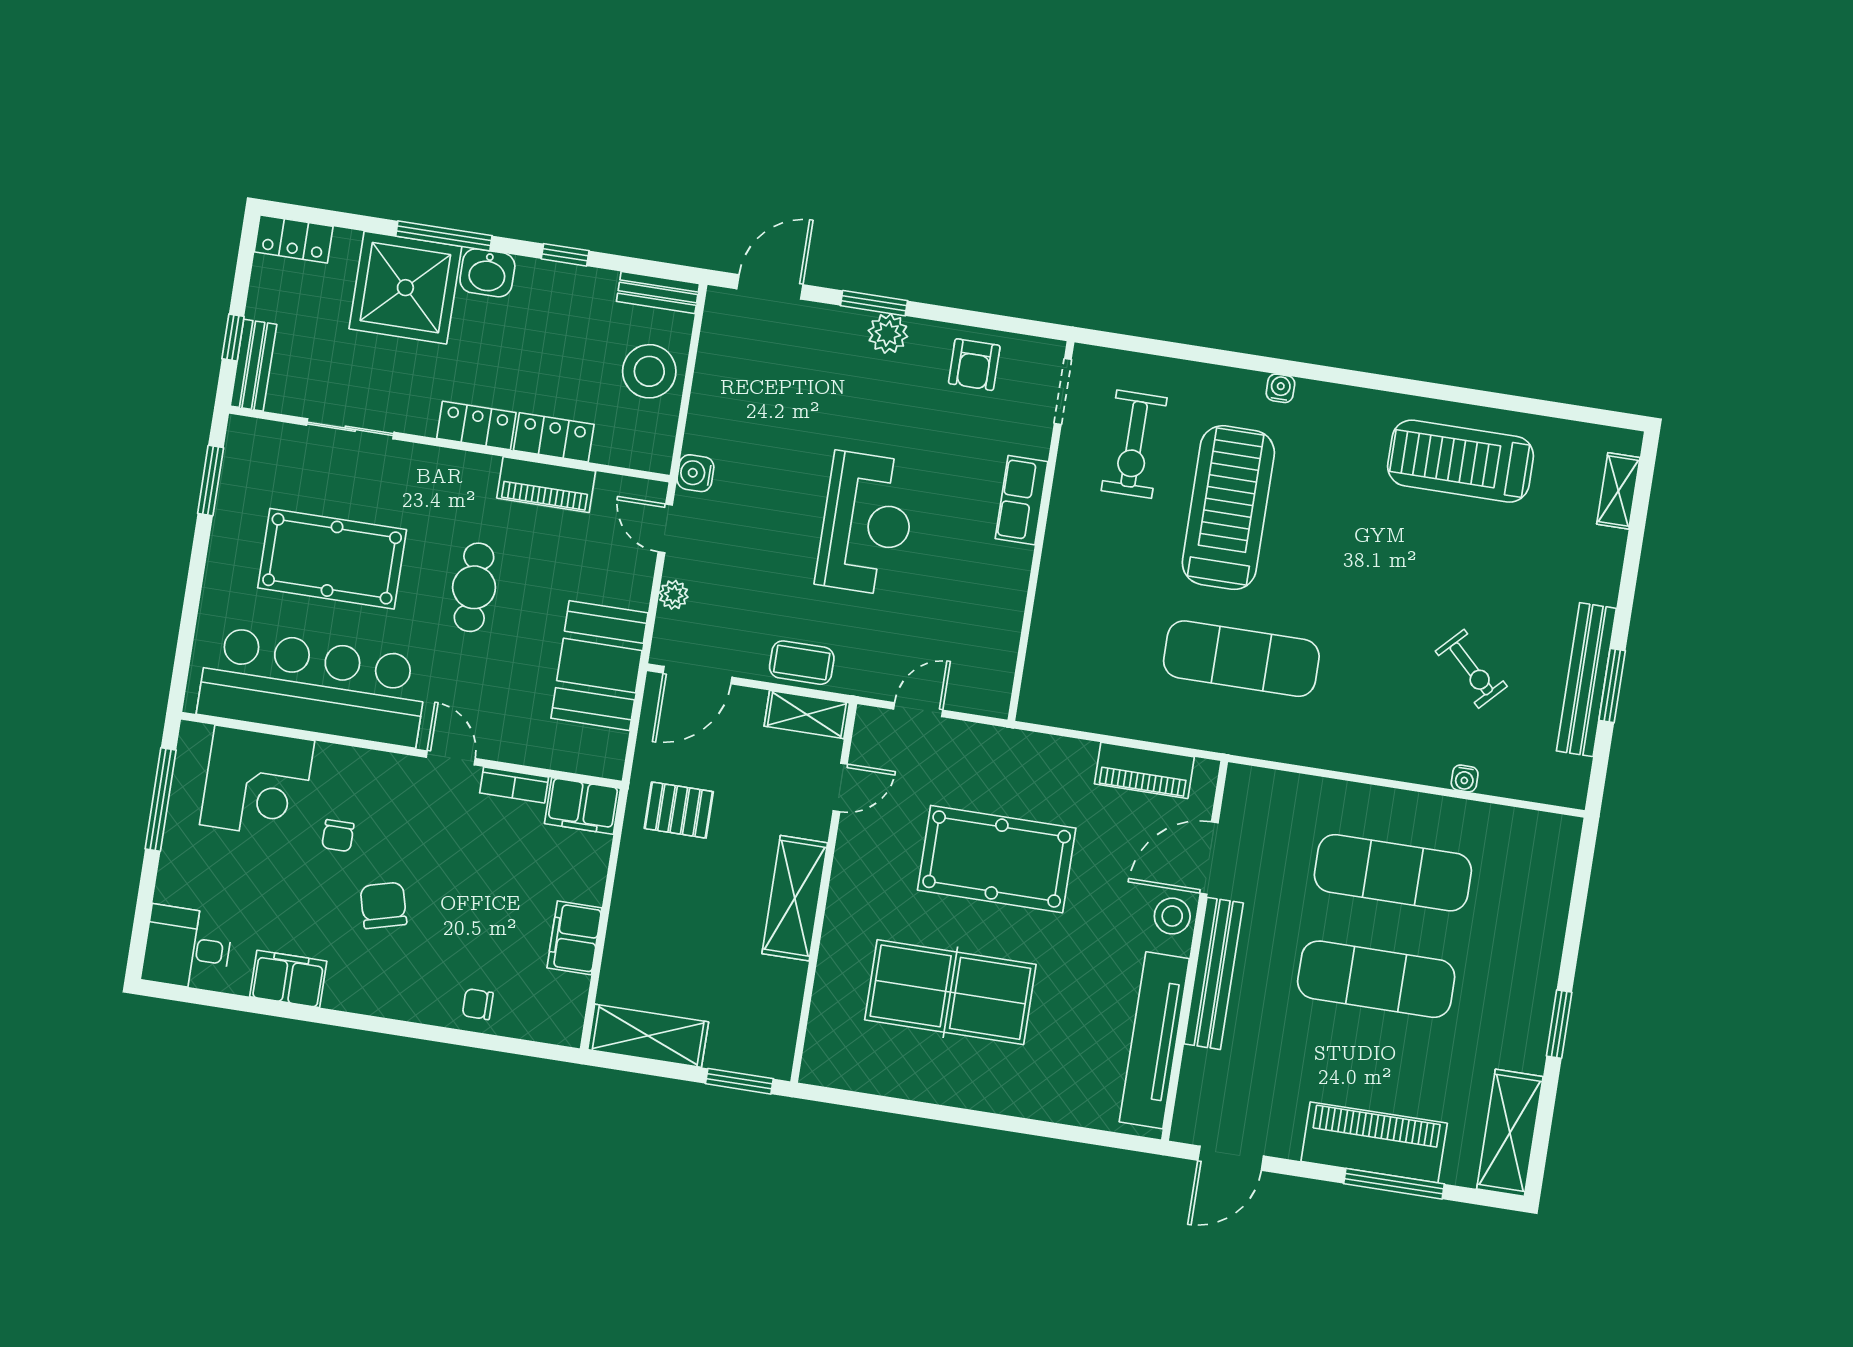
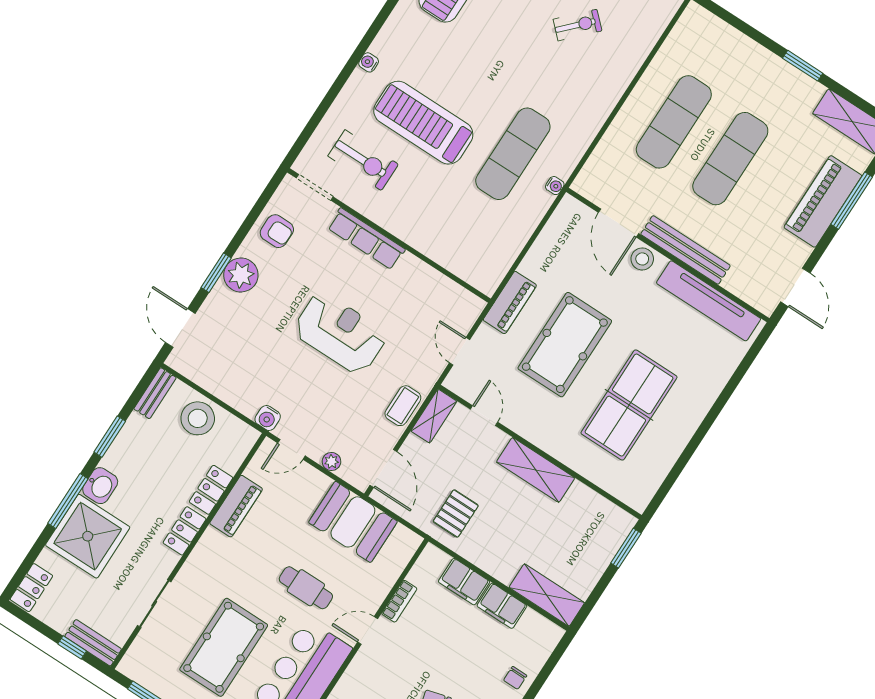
window: (565, 255) -> (110, 437), width x1.50
plant: (888, 333) -> (241, 275), width x1.36, depth x1.36
row of seats: (1021, 500) -> (366, 239), width x1.48
cafe table: (474, 587) -> (306, 588), moved
piano: (1144, 770) -> (510, 303), moved
water cooler: (1465, 778) -> (555, 186), moved
filing cabinet: (583, 806) -> (464, 582), moved, turned 90
shelving: (648, 1036) -> (547, 595), moved, turned 90

